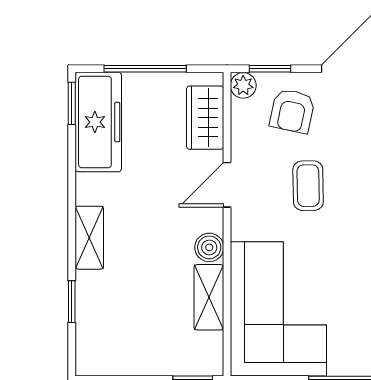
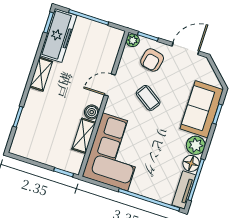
wardrobe: (205, 118) -> (110, 50), removed
coffee table: (308, 186) -> (148, 98), turned -55
shelving: (89, 238) -> (41, 74), moved

